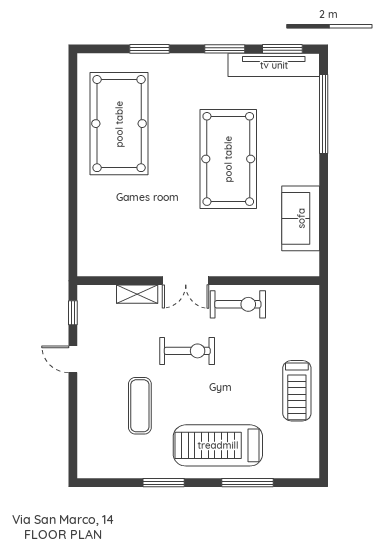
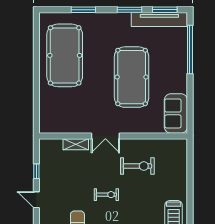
double door: (186, 281) -> (105, 136), moved
wall: (198, 281) -> (113, 136), moved
shelving: (137, 294) -> (76, 144), moved
exercise bike: (187, 351) -> (106, 195), width x0.73, depth x0.72

